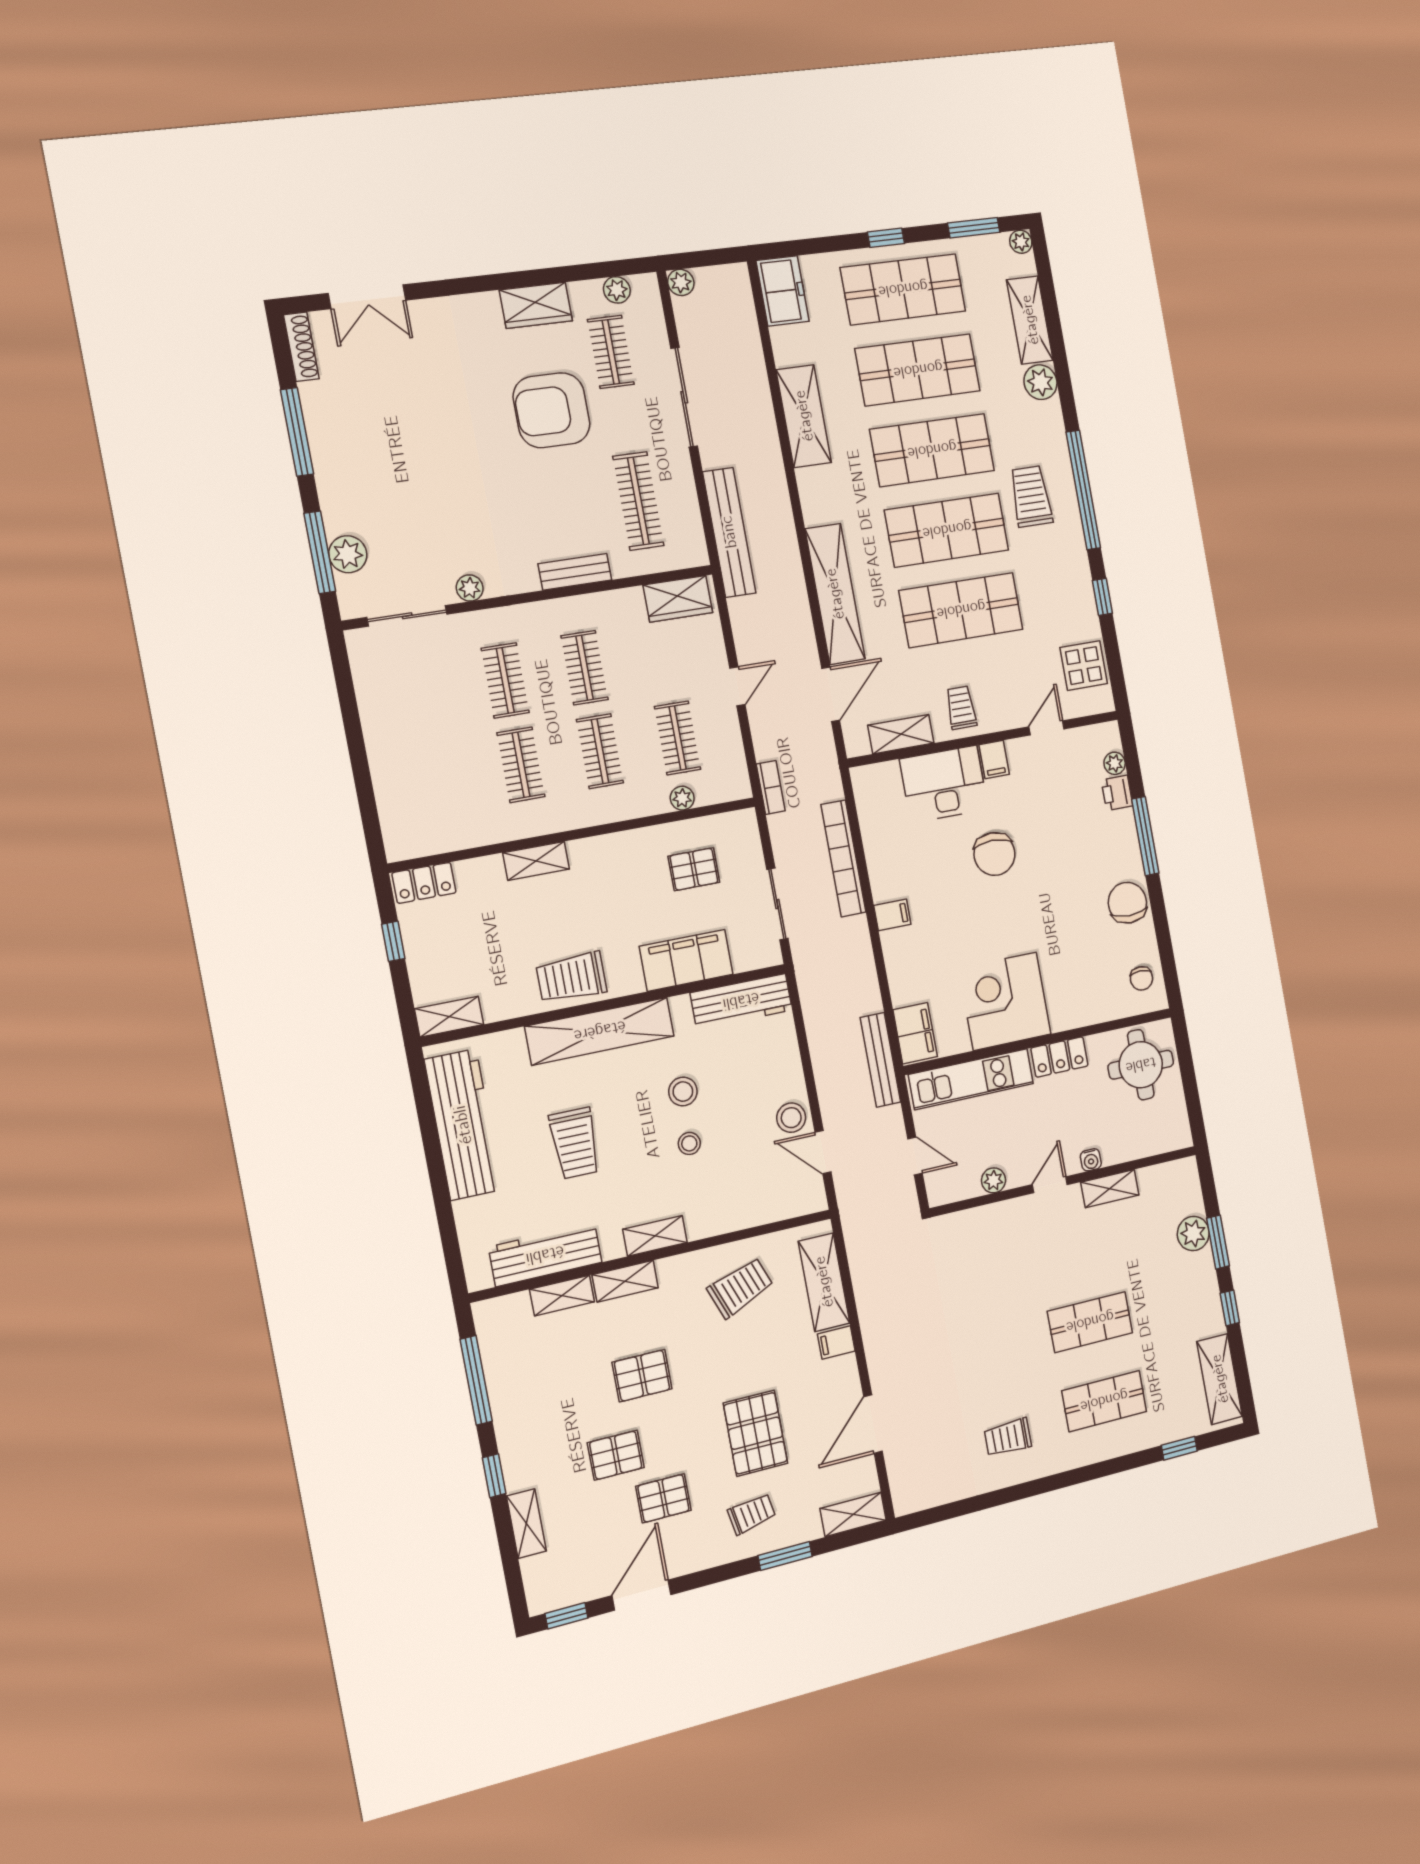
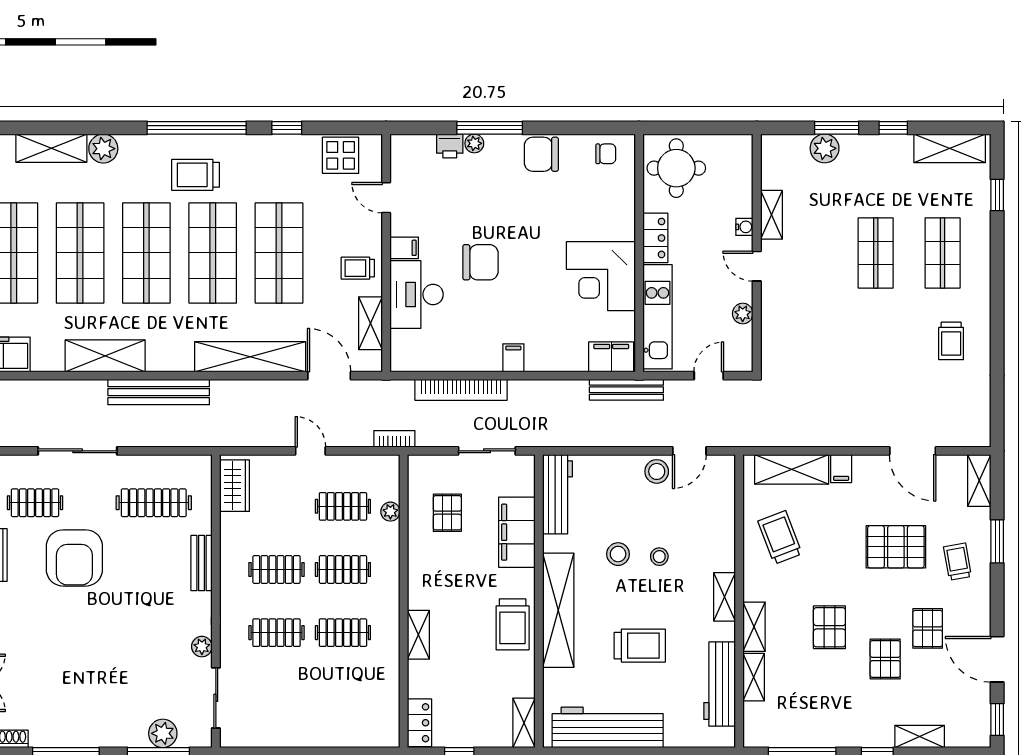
bench: (729, 532) -> (159, 392), moved
plant: (1115, 763) -> (474, 143), moved

